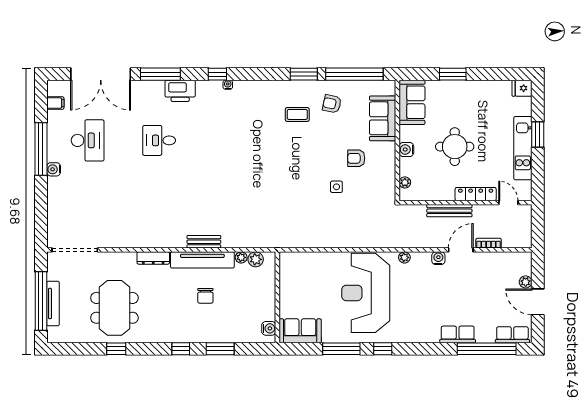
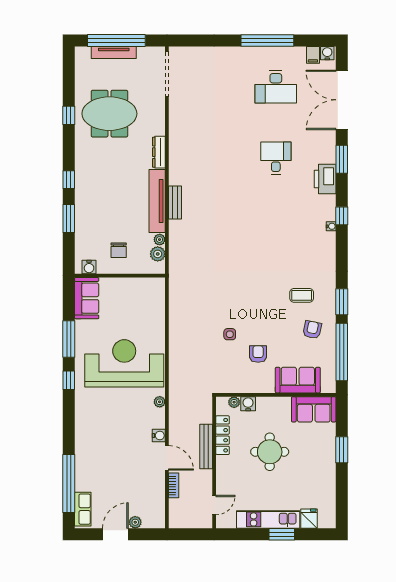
window: (160, 74) -> (342, 159), width x0.69
fridge: (522, 88) -> (309, 519), moved
coffee table: (297, 114) -> (302, 295), turned 90
water cooler: (406, 149) -> (248, 404), moved
water cooler: (54, 169) -> (327, 53), moved
locker: (476, 194) -> (223, 435), moved
chair: (205, 296) -> (119, 250), moved, turned -90
row of seats: (458, 334) -> (83, 455), removed

